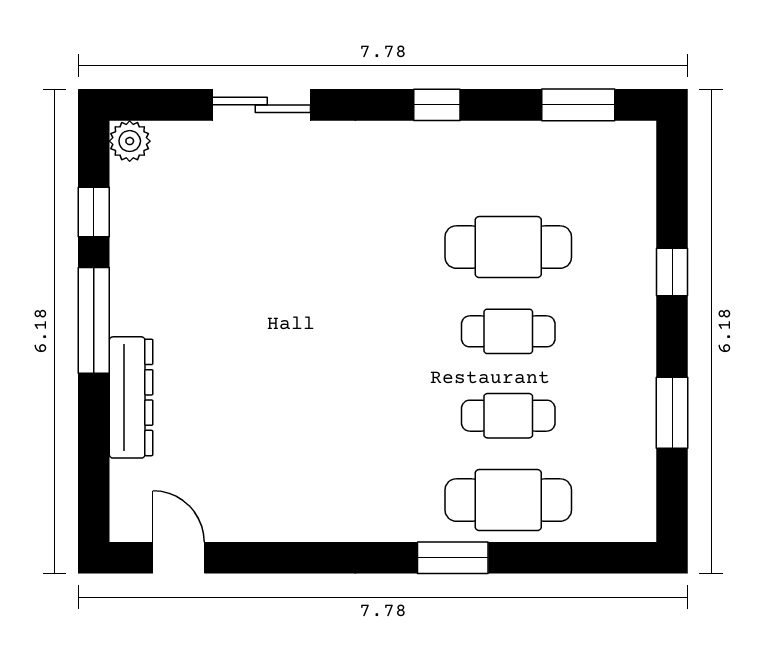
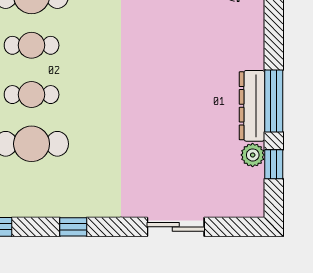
plant: (130, 141) -> (253, 155), moved
dresser: (131, 397) -> (252, 106), moved

